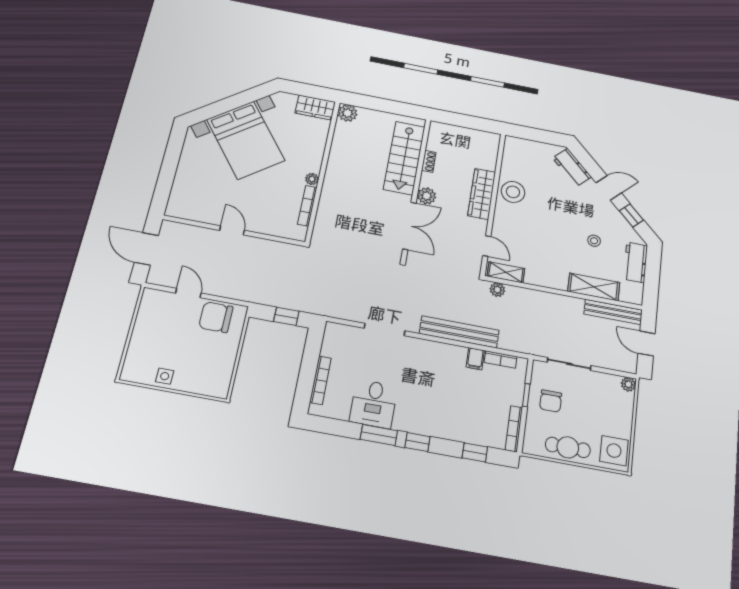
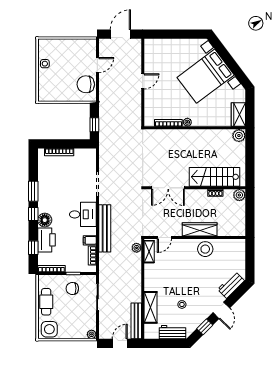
plant: (427, 196) -> (239, 195), moved
chair: (216, 317) -> (86, 84), turned -90
desk: (374, 404) -> (83, 214), moved, turned 180
floor lamp: (431, 425) -> (45, 220), added
printer: (465, 428) -> (46, 240), added

